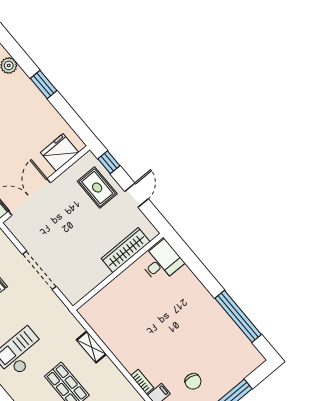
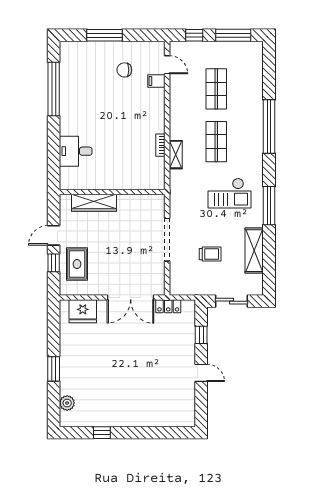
window: (109, 162) -> (54, 263), moved
desk: (161, 262) -> (76, 151), moved
chair: (193, 381) -> (124, 70), turned -101
bookcase: (142, 382) -> (160, 145), moved

